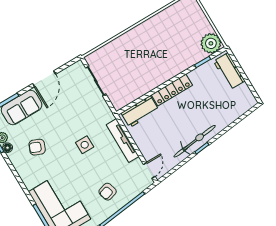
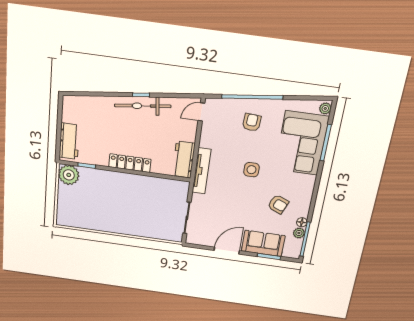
workbench: (140, 112) -> (184, 160), moved, turned -90
tv unit: (123, 141) -> (201, 171), moved
side table: (85, 145) -> (251, 170), moved
armchair: (108, 192) -> (252, 122), turned -70

